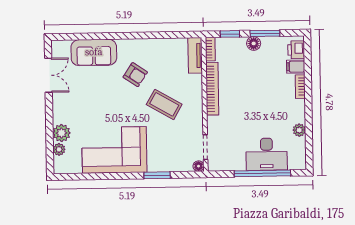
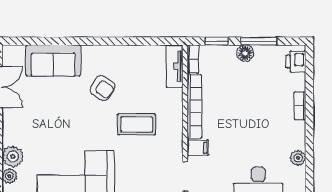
filing cabinet: (296, 67) -> (198, 148), moved, turned 180
coffee table: (164, 104) -> (137, 124), turned -30

